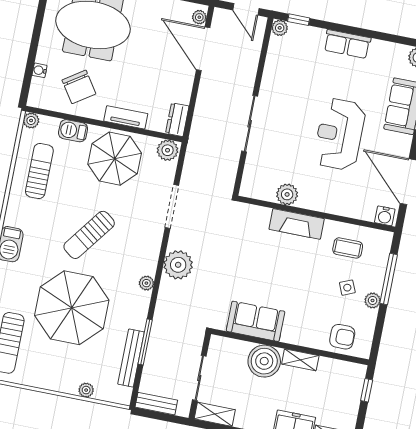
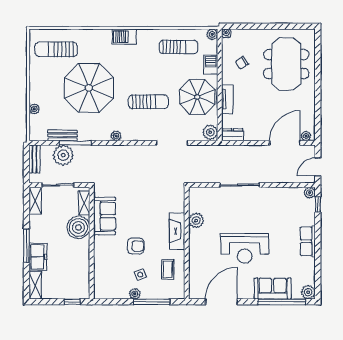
water cooler: (40, 70) -> (226, 33), moved
chair: (79, 87) -> (242, 63), width x0.54, depth x0.54
reception desk: (339, 134) -> (245, 248), turned 180
water cooler: (385, 216) -> (195, 291), removed
sun lounger: (89, 235) -> (148, 102), moved, turned 143
plant: (178, 265) -> (63, 155), moved
armchair: (342, 337) -> (136, 246), moved, turned -90
bench: (131, 358) -> (62, 135), width x0.73
shelving: (300, 360) -> (84, 203), moved

